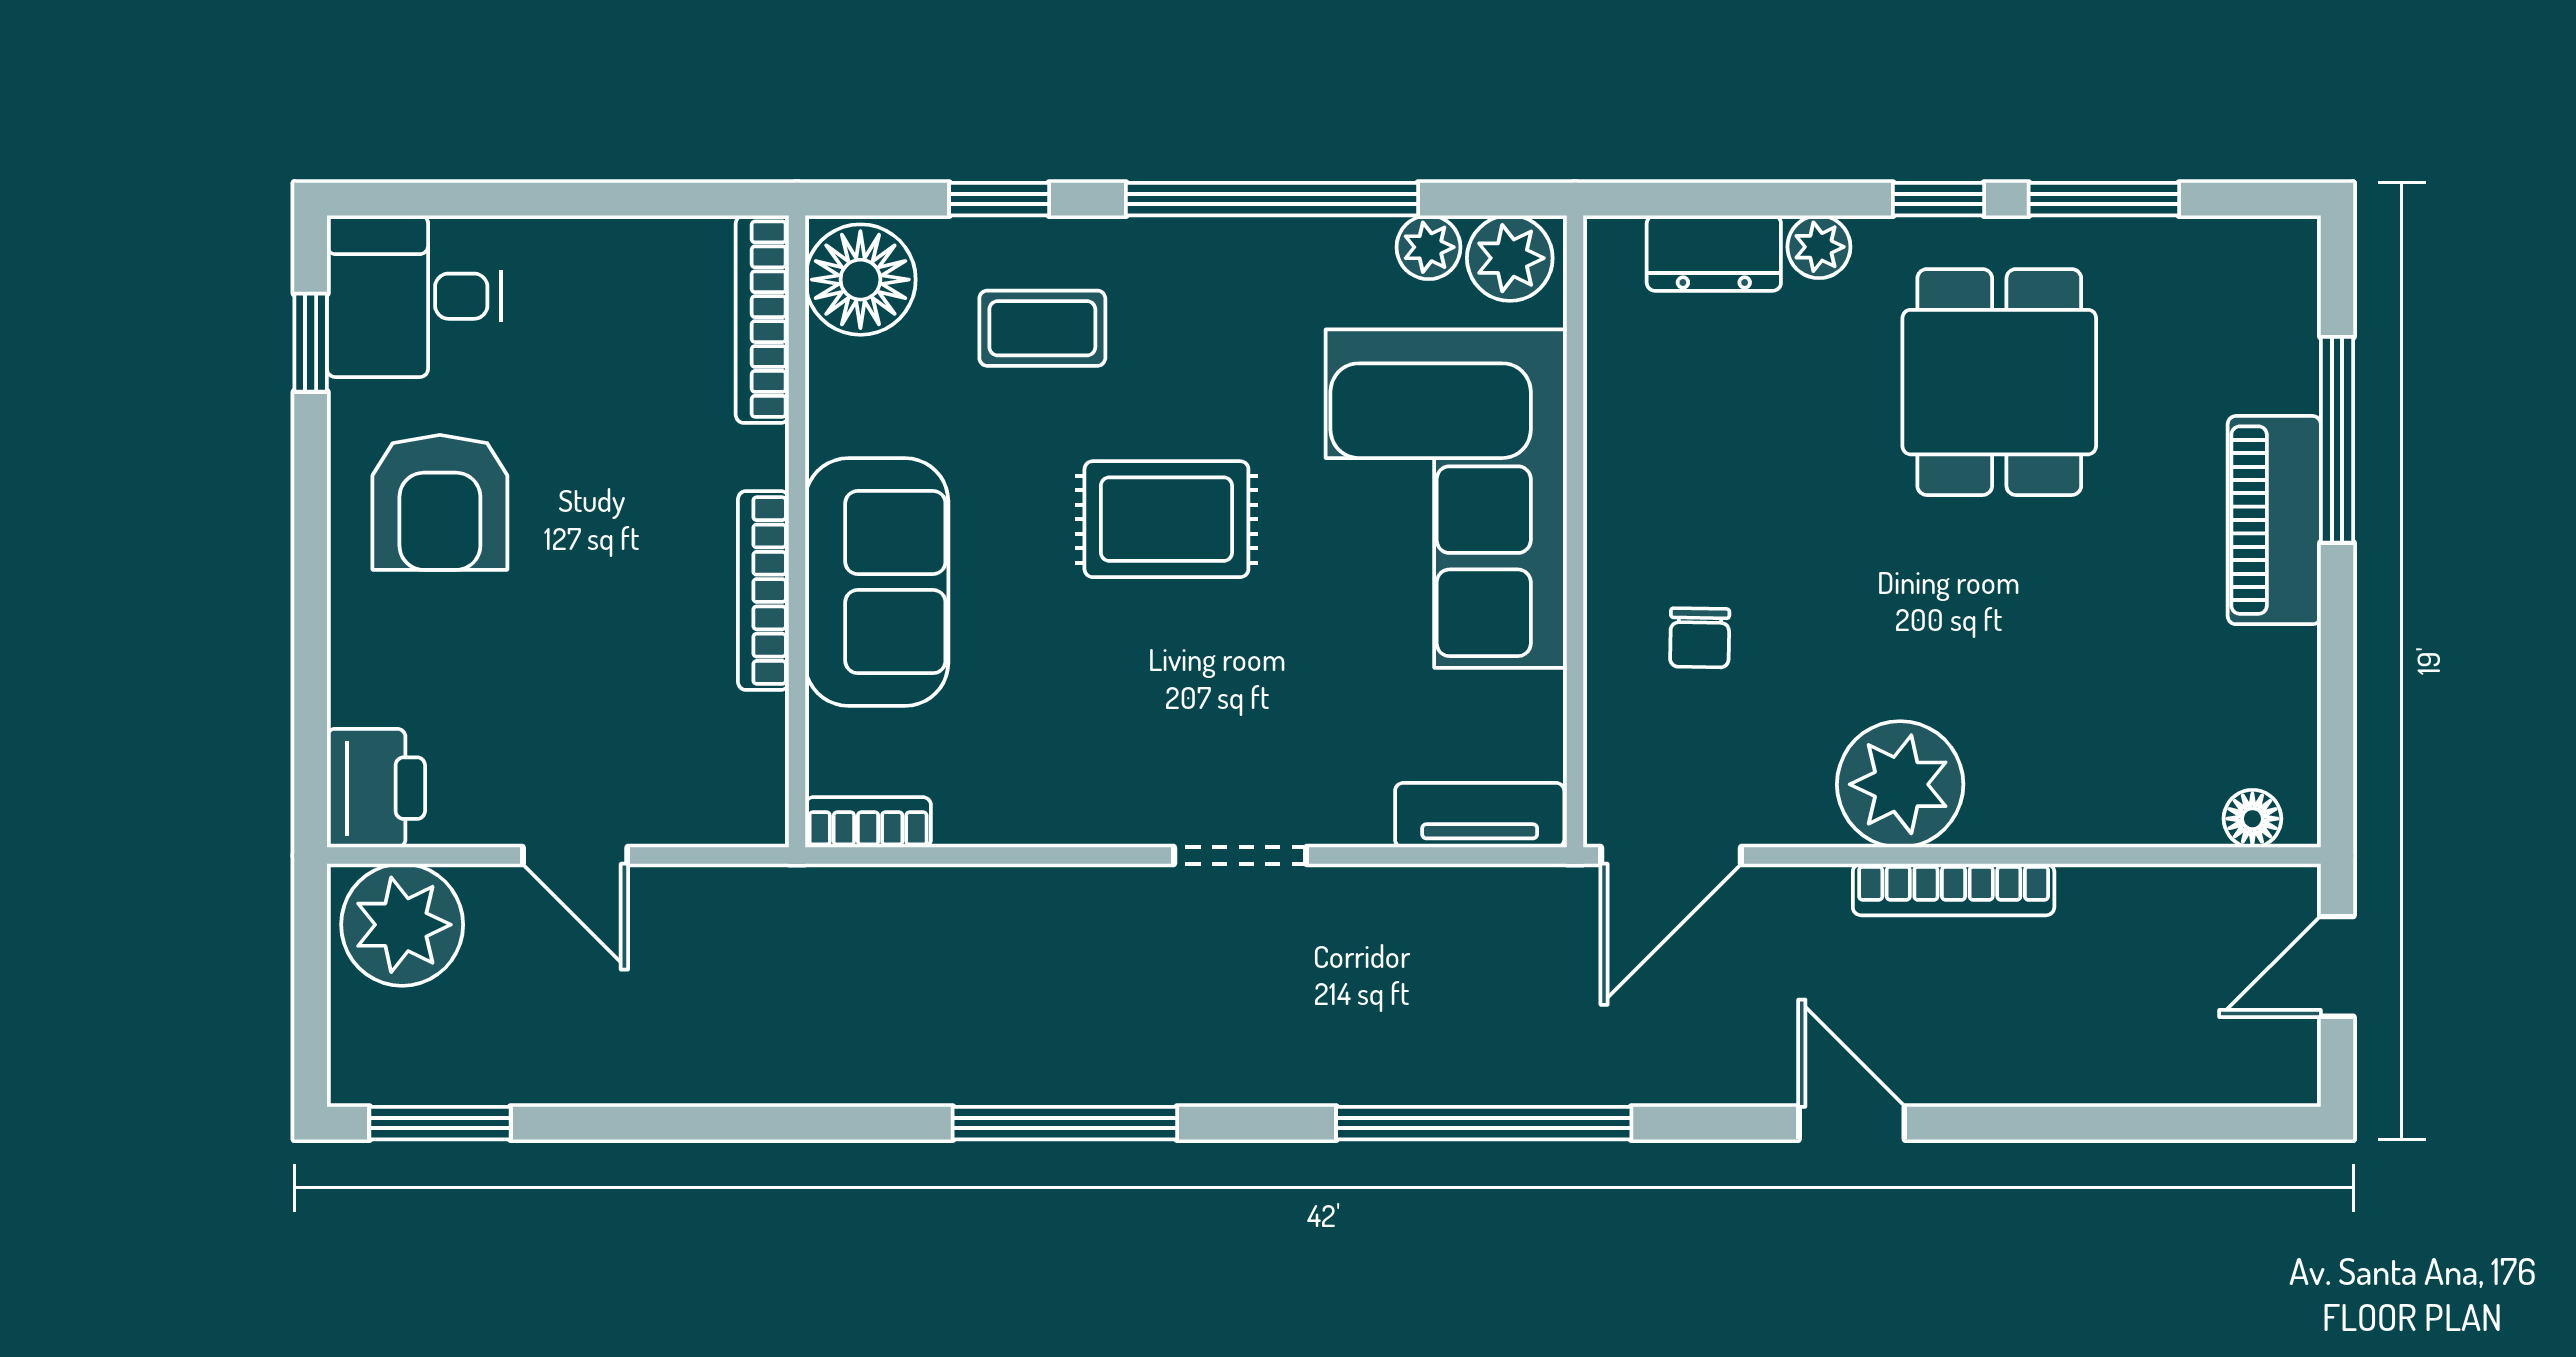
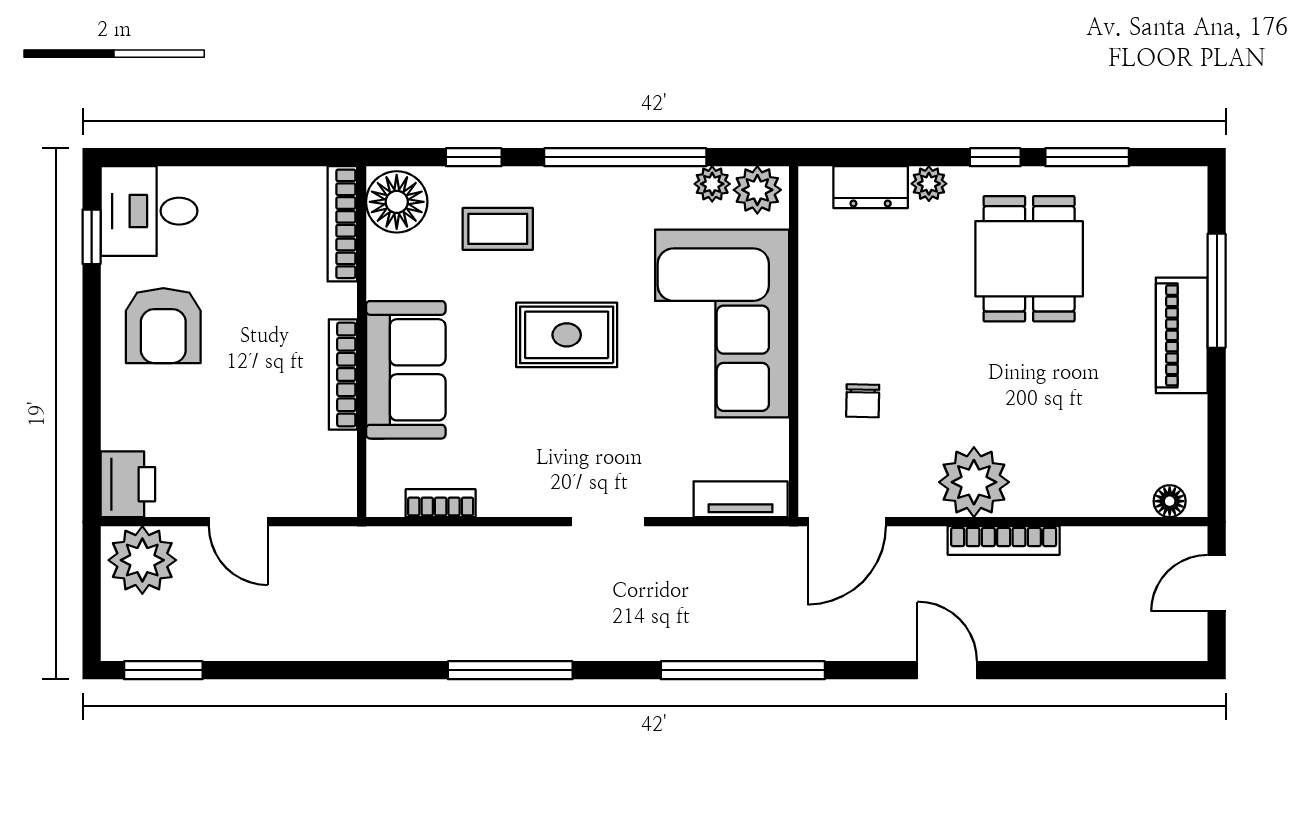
bookcase: (868, 822) -> (441, 503), moved

